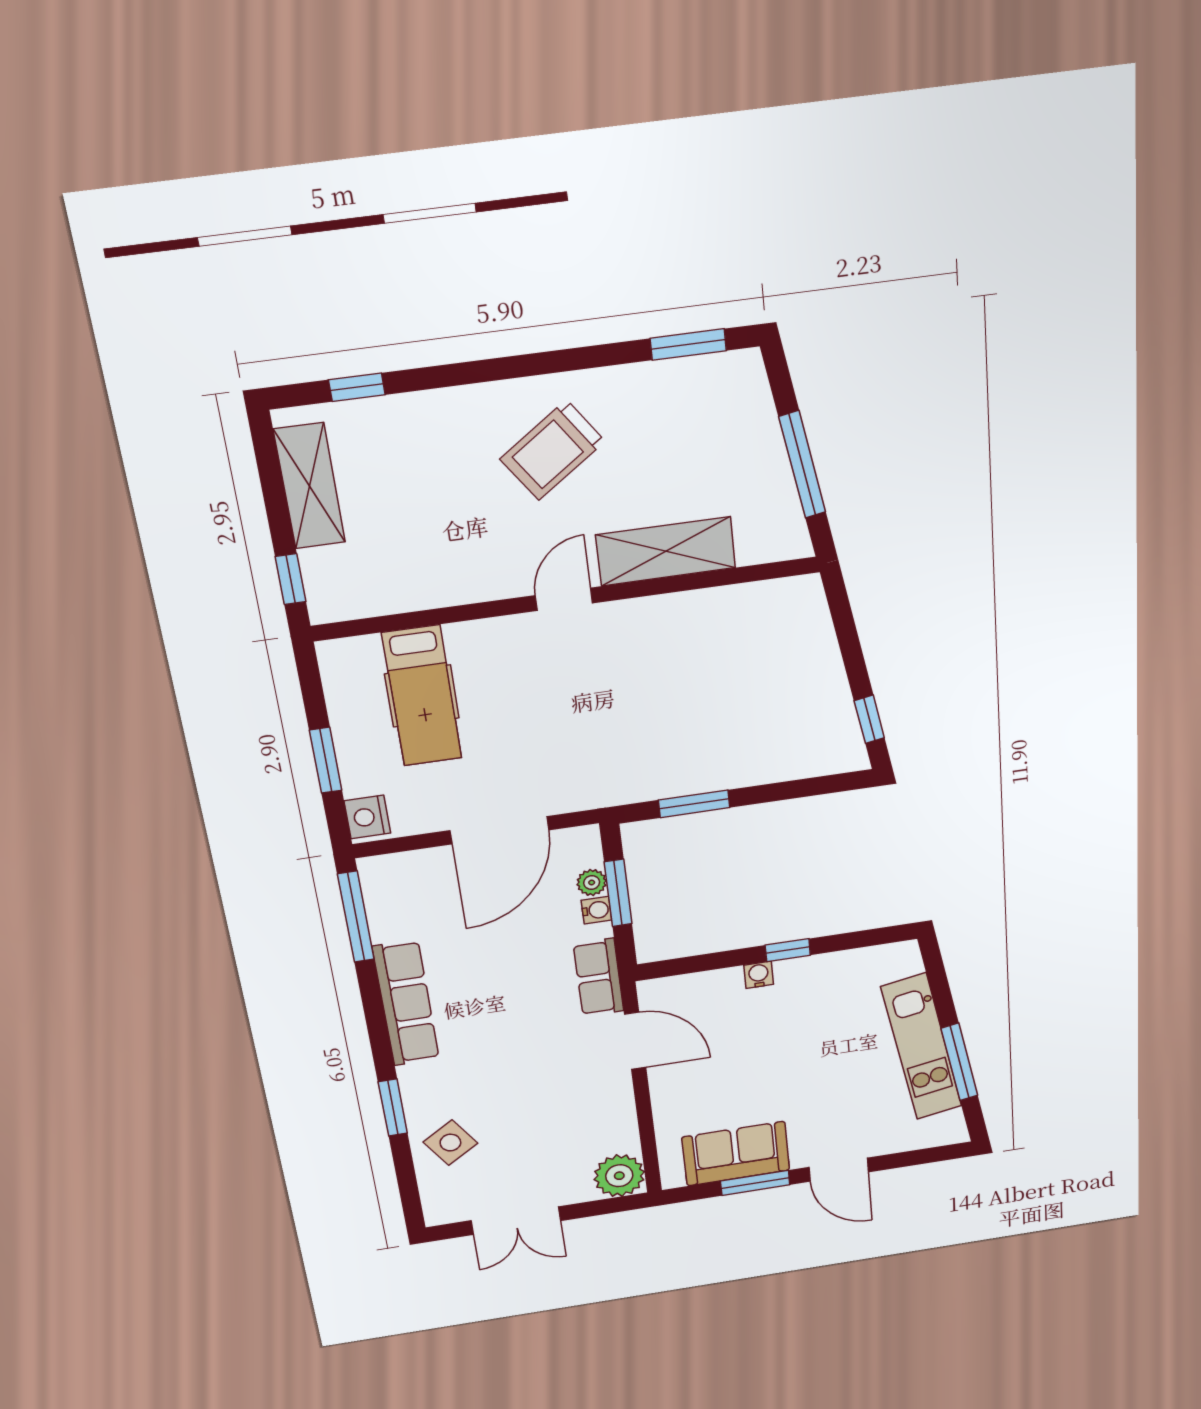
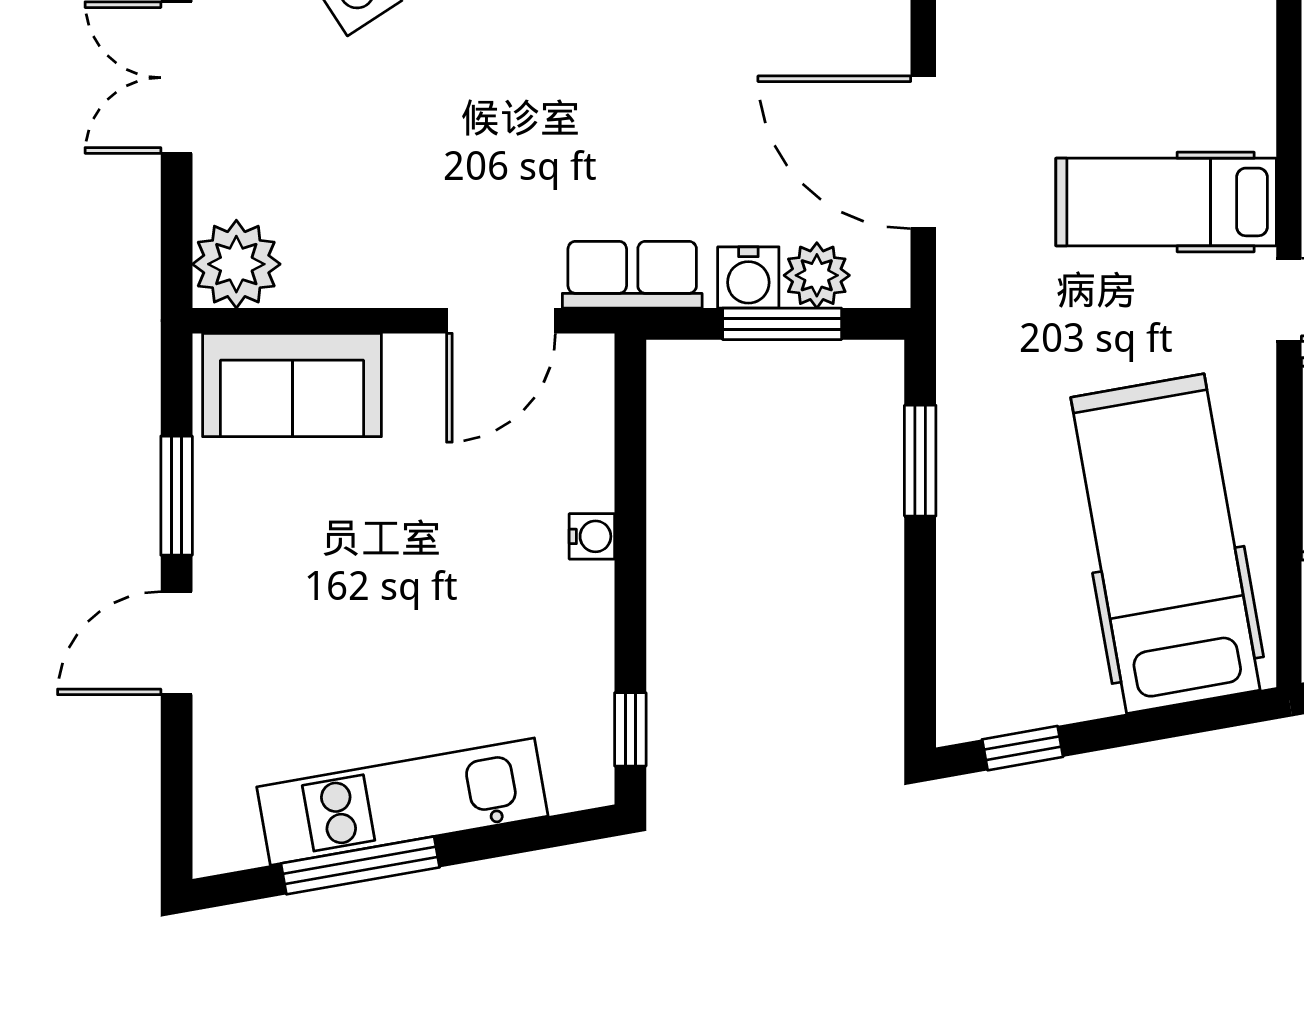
hospital bed: (732, 653) -> (1165, 544), added
hospital bed: (422, 696) -> (1166, 202), moved
plant: (592, 882) -> (817, 275), width x1.38, depth x1.38
water cooler: (596, 910) -> (748, 277), width x1.38, depth x1.38
window: (788, 950) -> (630, 729), moved
sofa: (736, 1154) -> (292, 385), moved, turned 90

